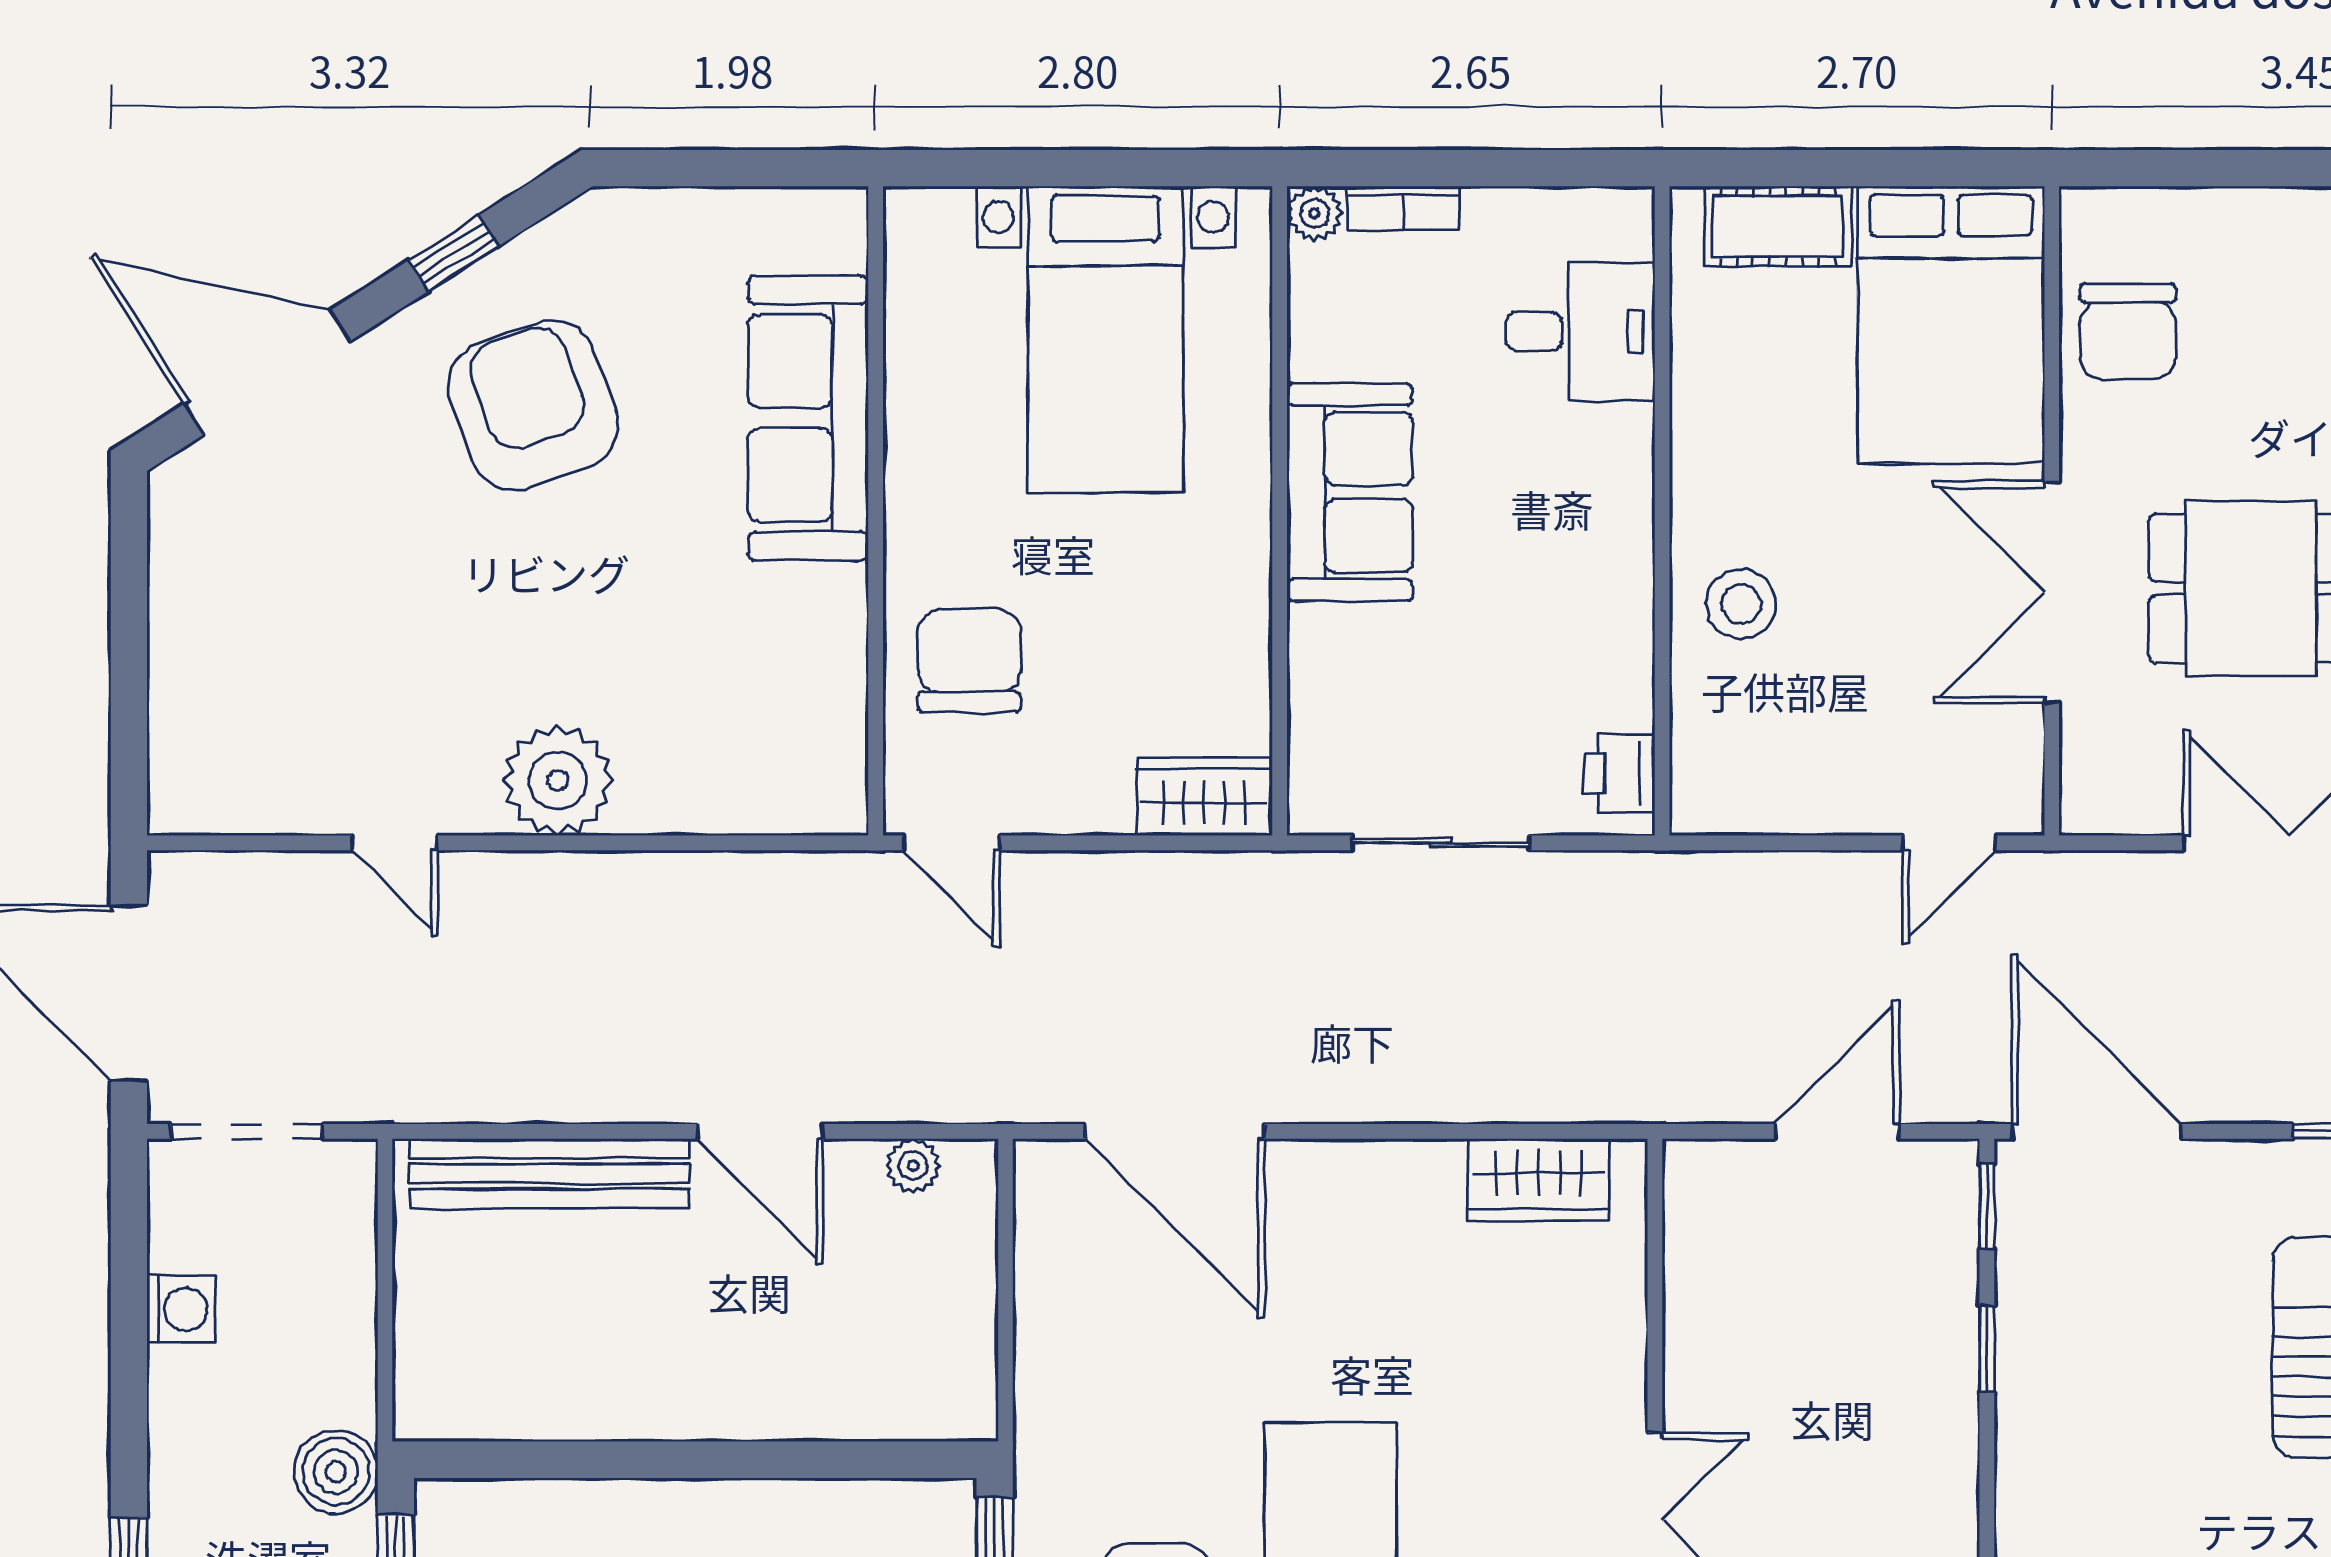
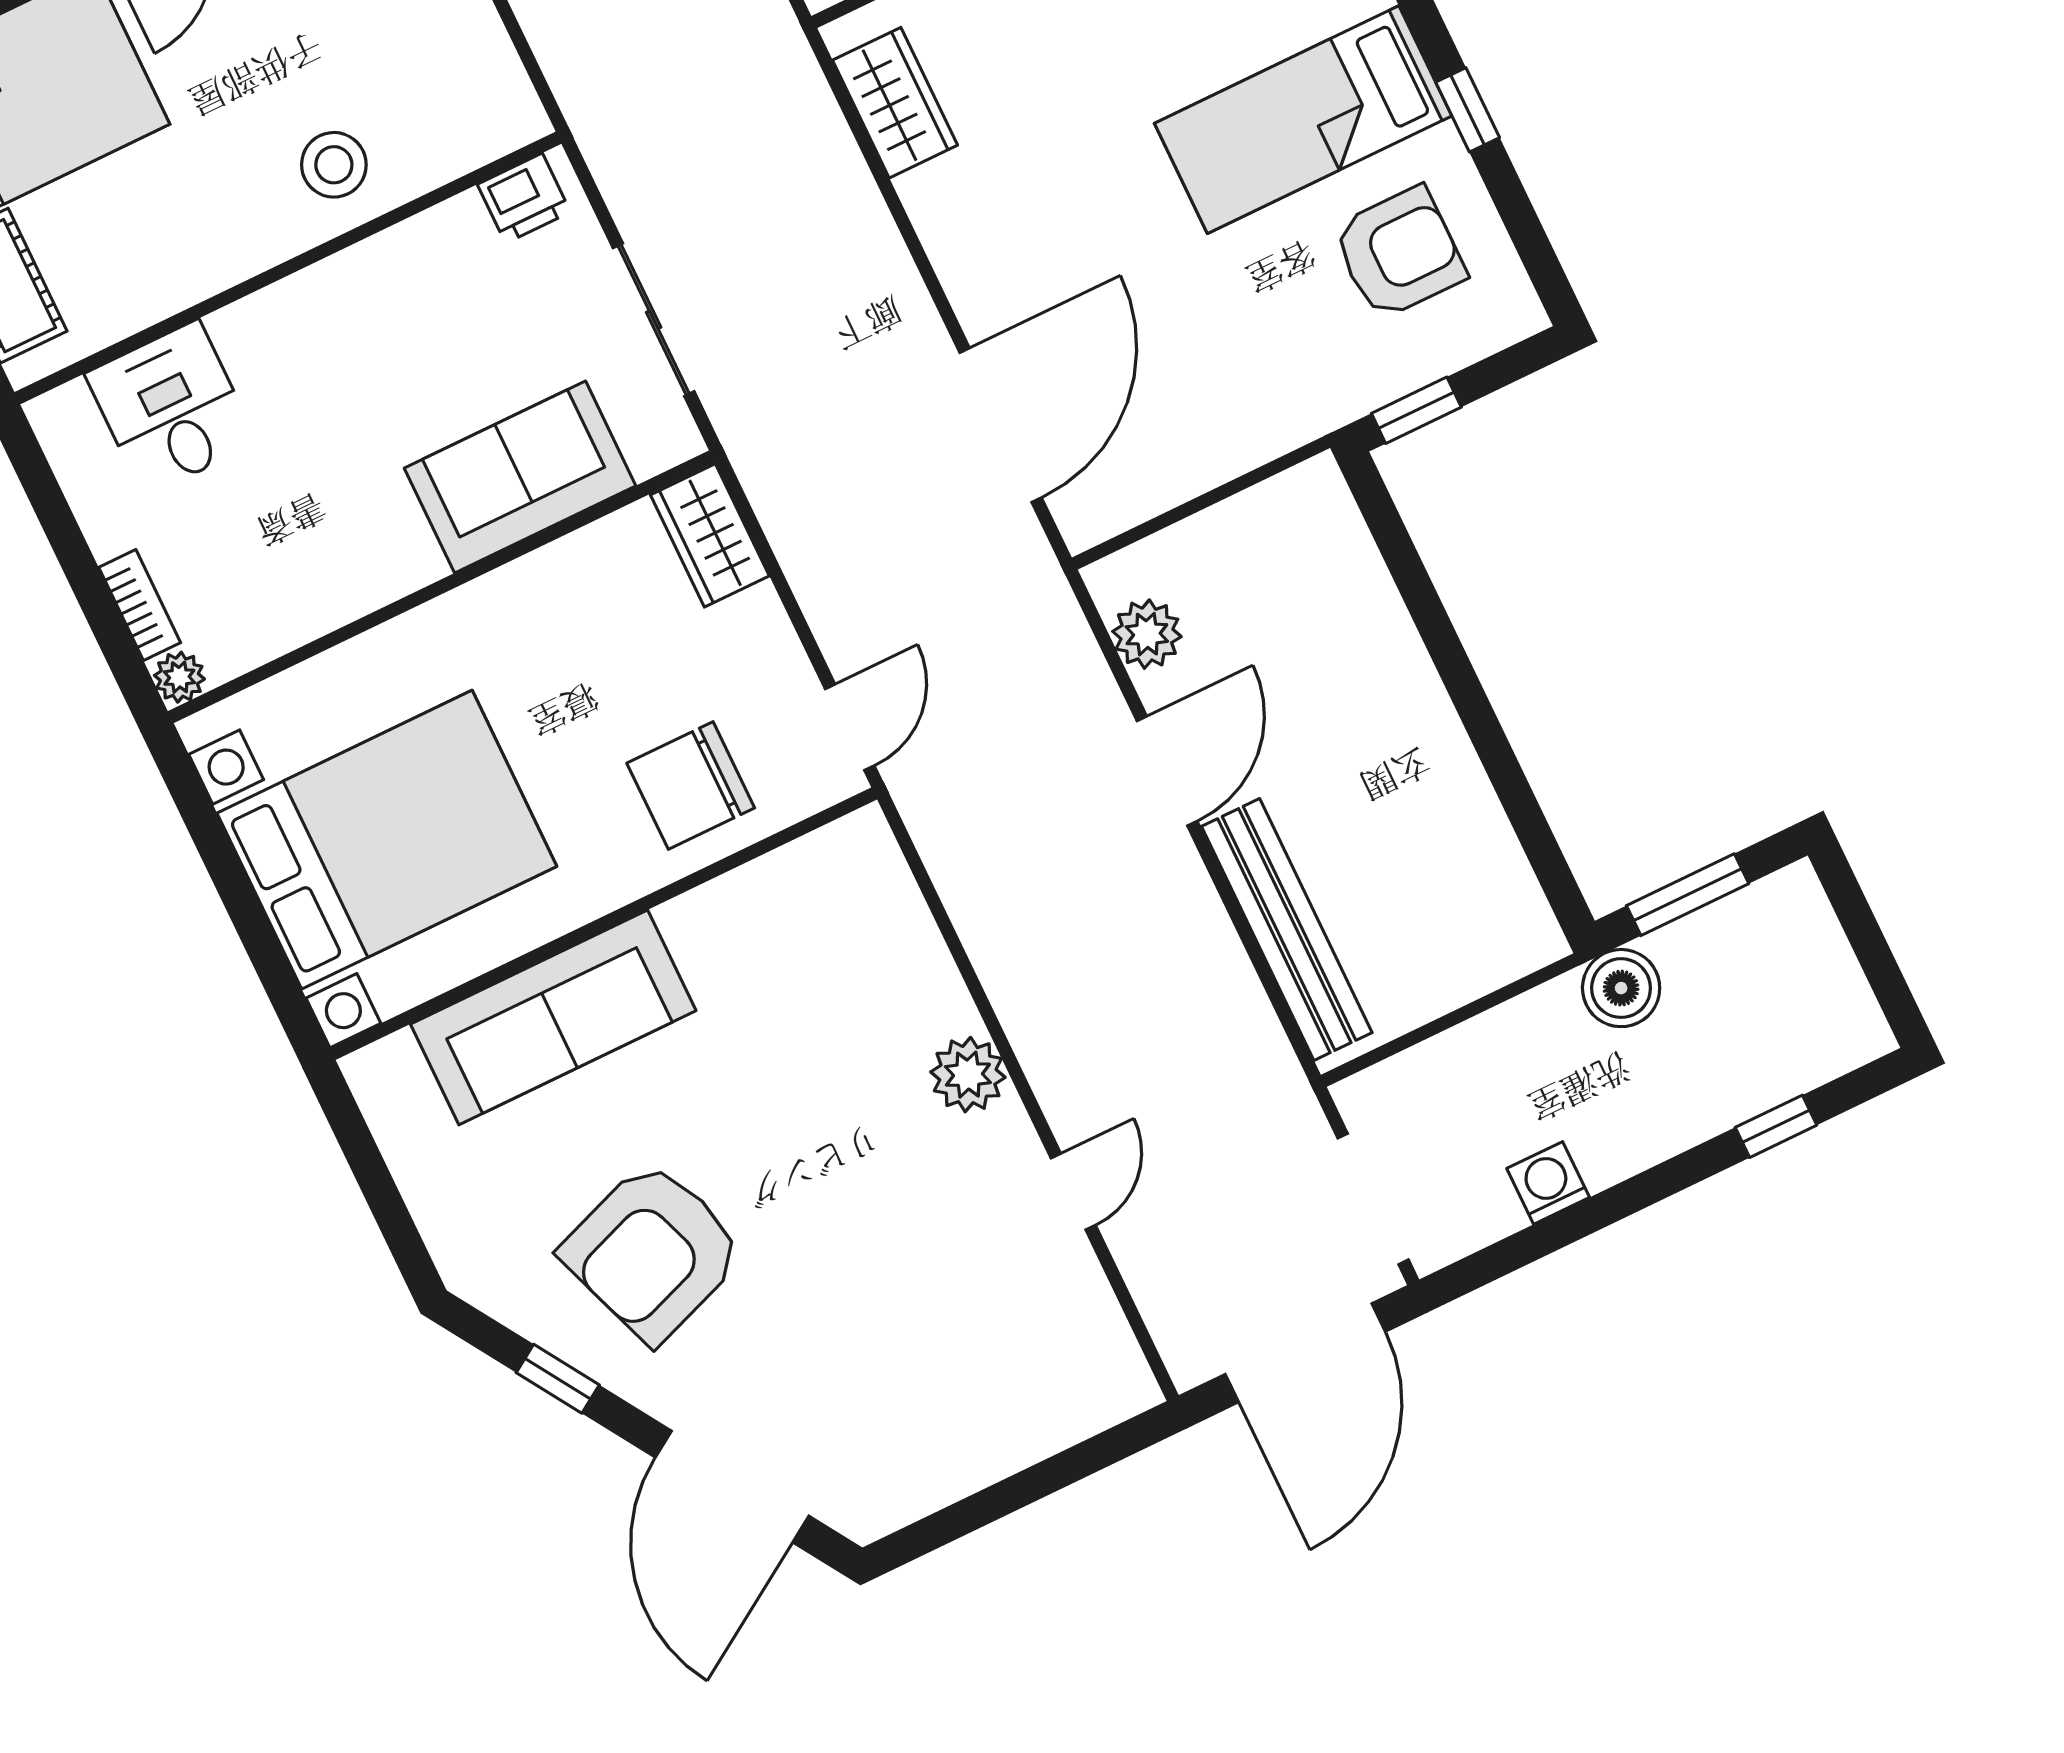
bed with nightstands: (1106, 339) -> (387, 840), width x1.36
sofa: (1350, 492) -> (520, 477), moved
plant: (558, 780) -> (968, 1075), width x0.73, depth x0.73
plant: (913, 1166) -> (1147, 634), width x1.38, depth x1.38

